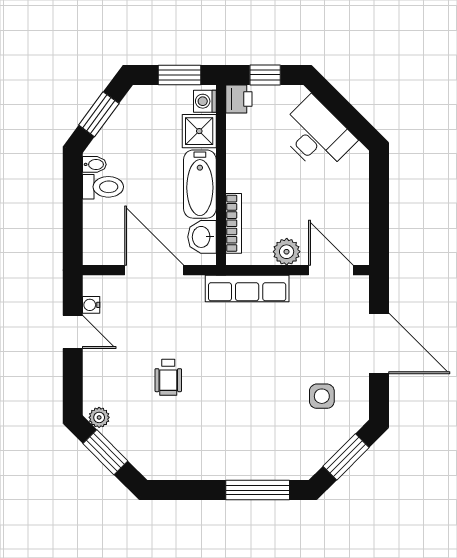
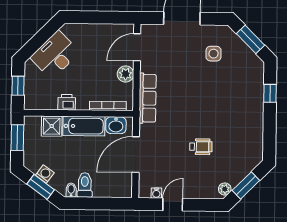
printer: (239, 99) -> (67, 102), moved
washing machine: (205, 101) -> (45, 174), moved, turned -144
window: (258, 490) -> (270, 93), width x0.46

